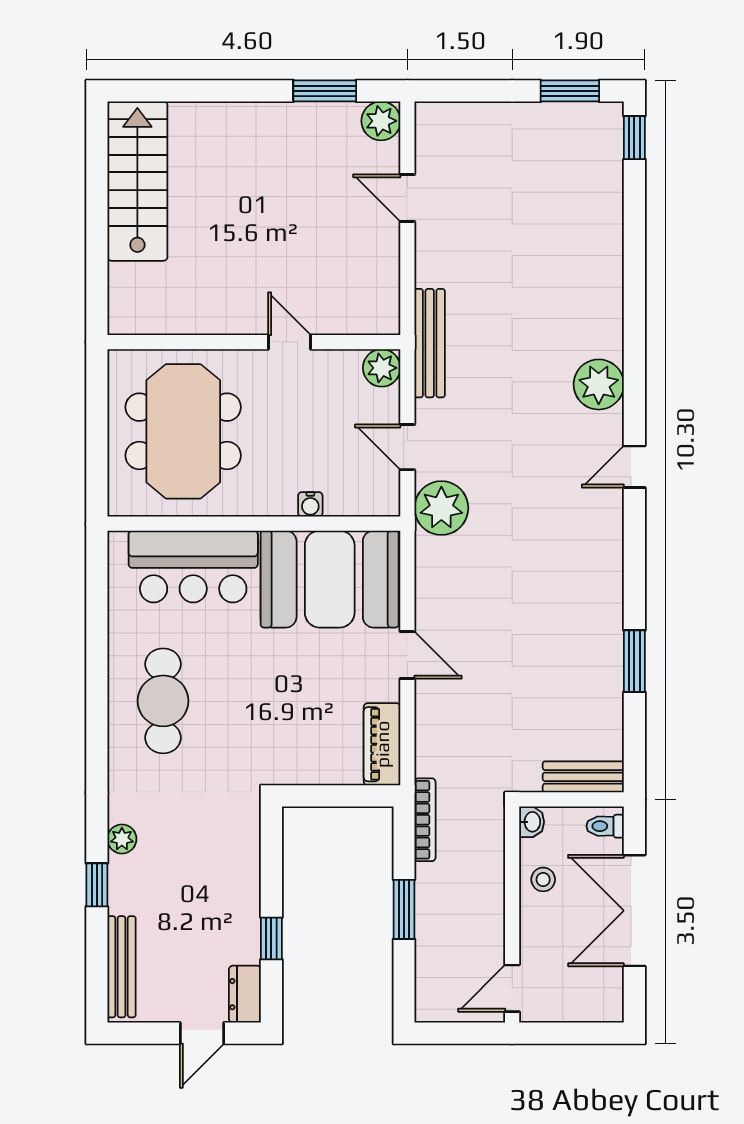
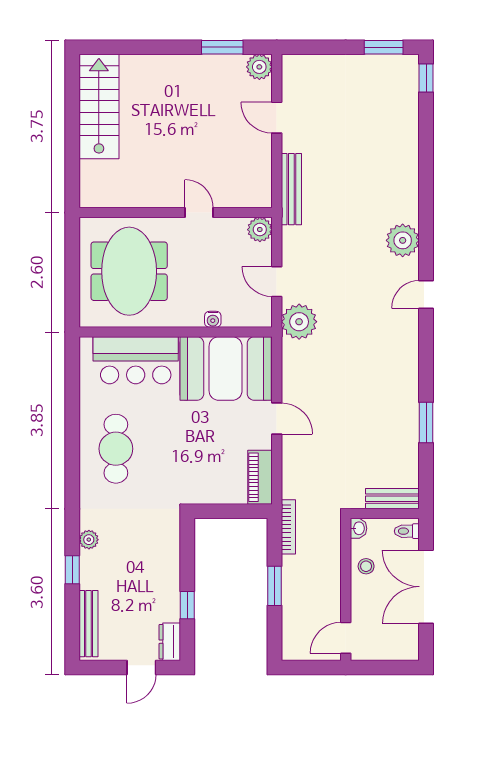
bench: (430, 343) -> (291, 189), moved

